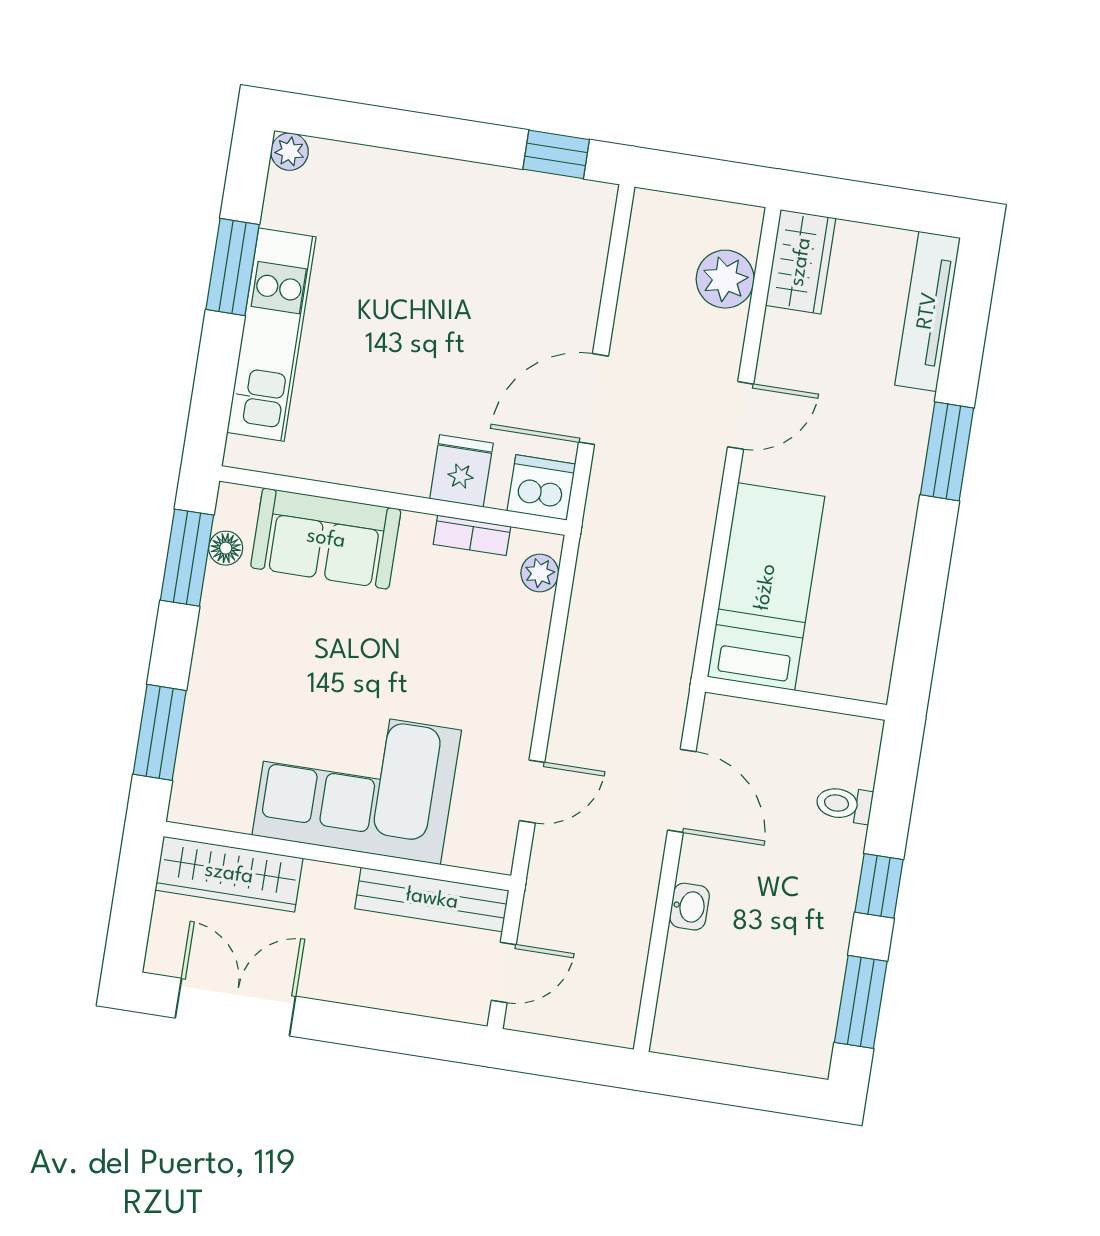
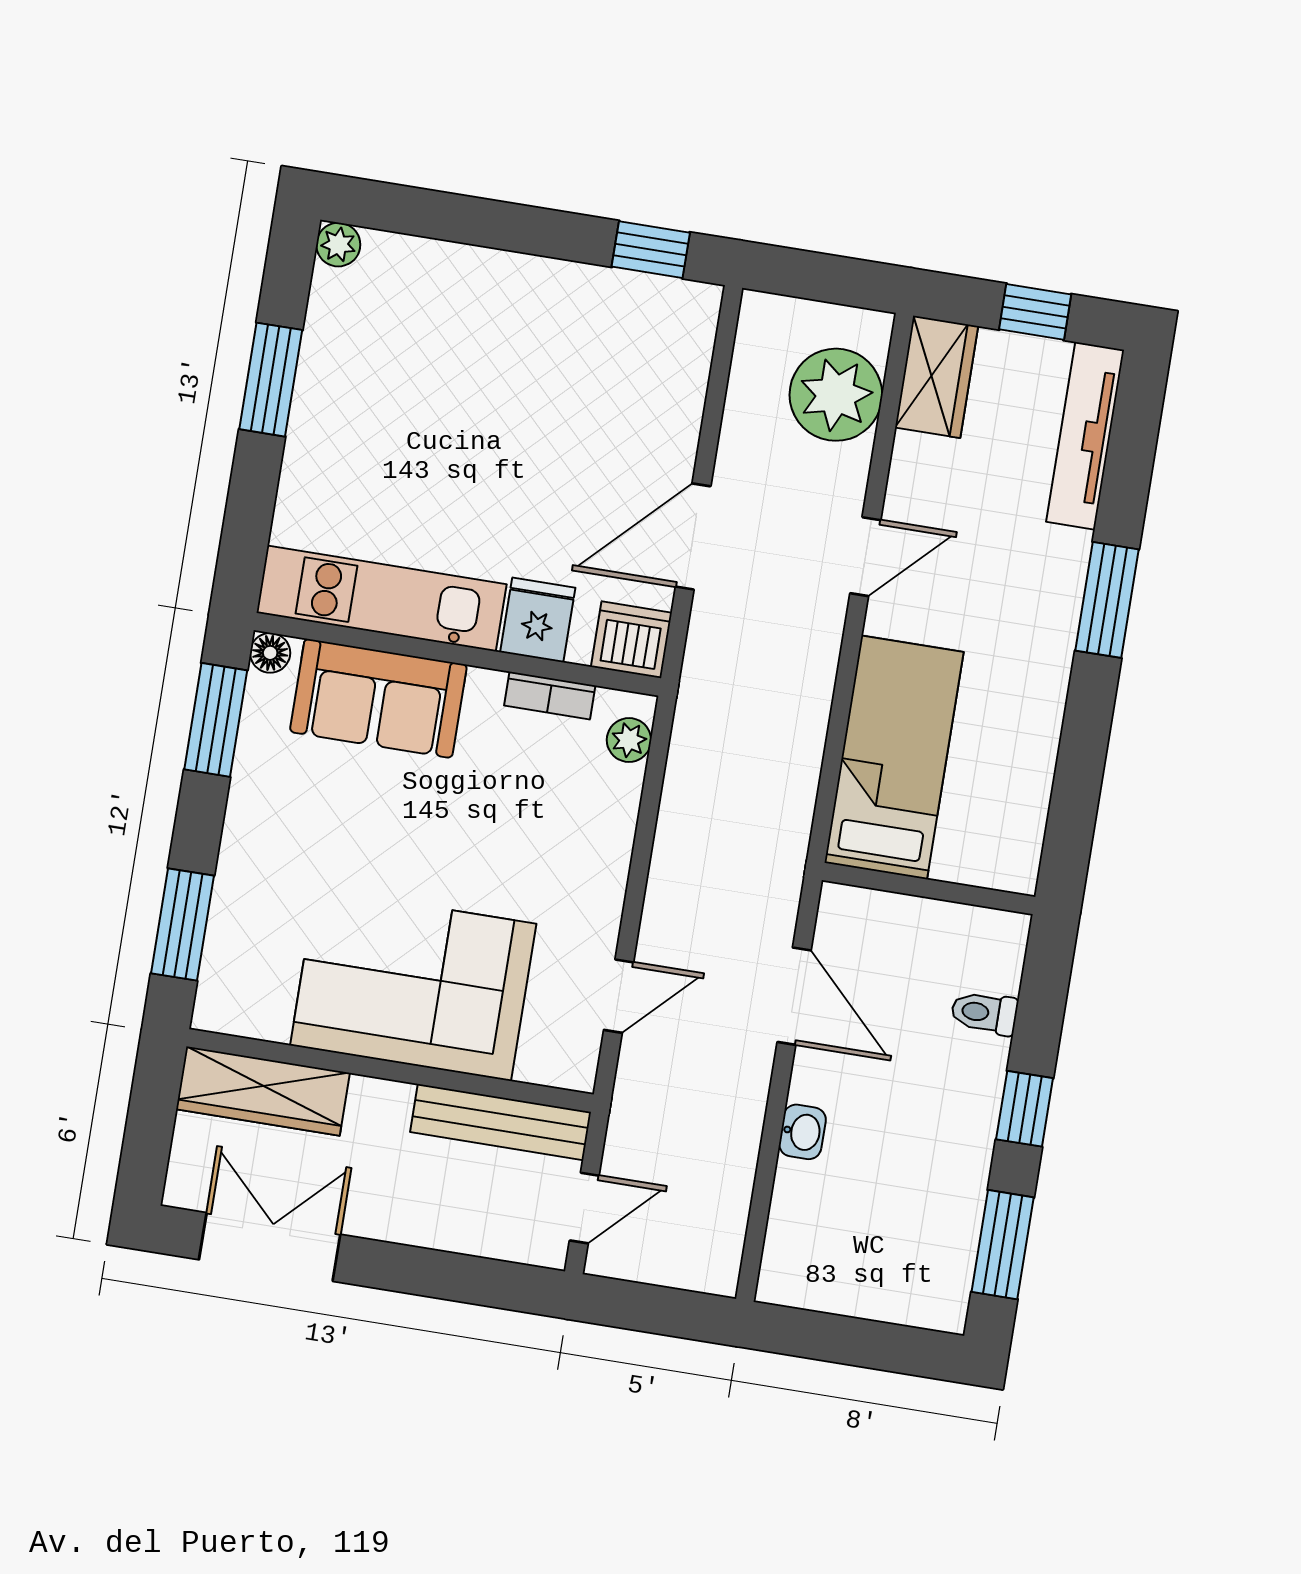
window: (884, 206) -> (1035, 312), added
plant: (725, 279) -> (836, 395), width x1.36, depth x1.36
kitchen unit: (271, 335) -> (382, 599), moved, turned -90
floor lamp: (226, 548) -> (270, 653), moved

